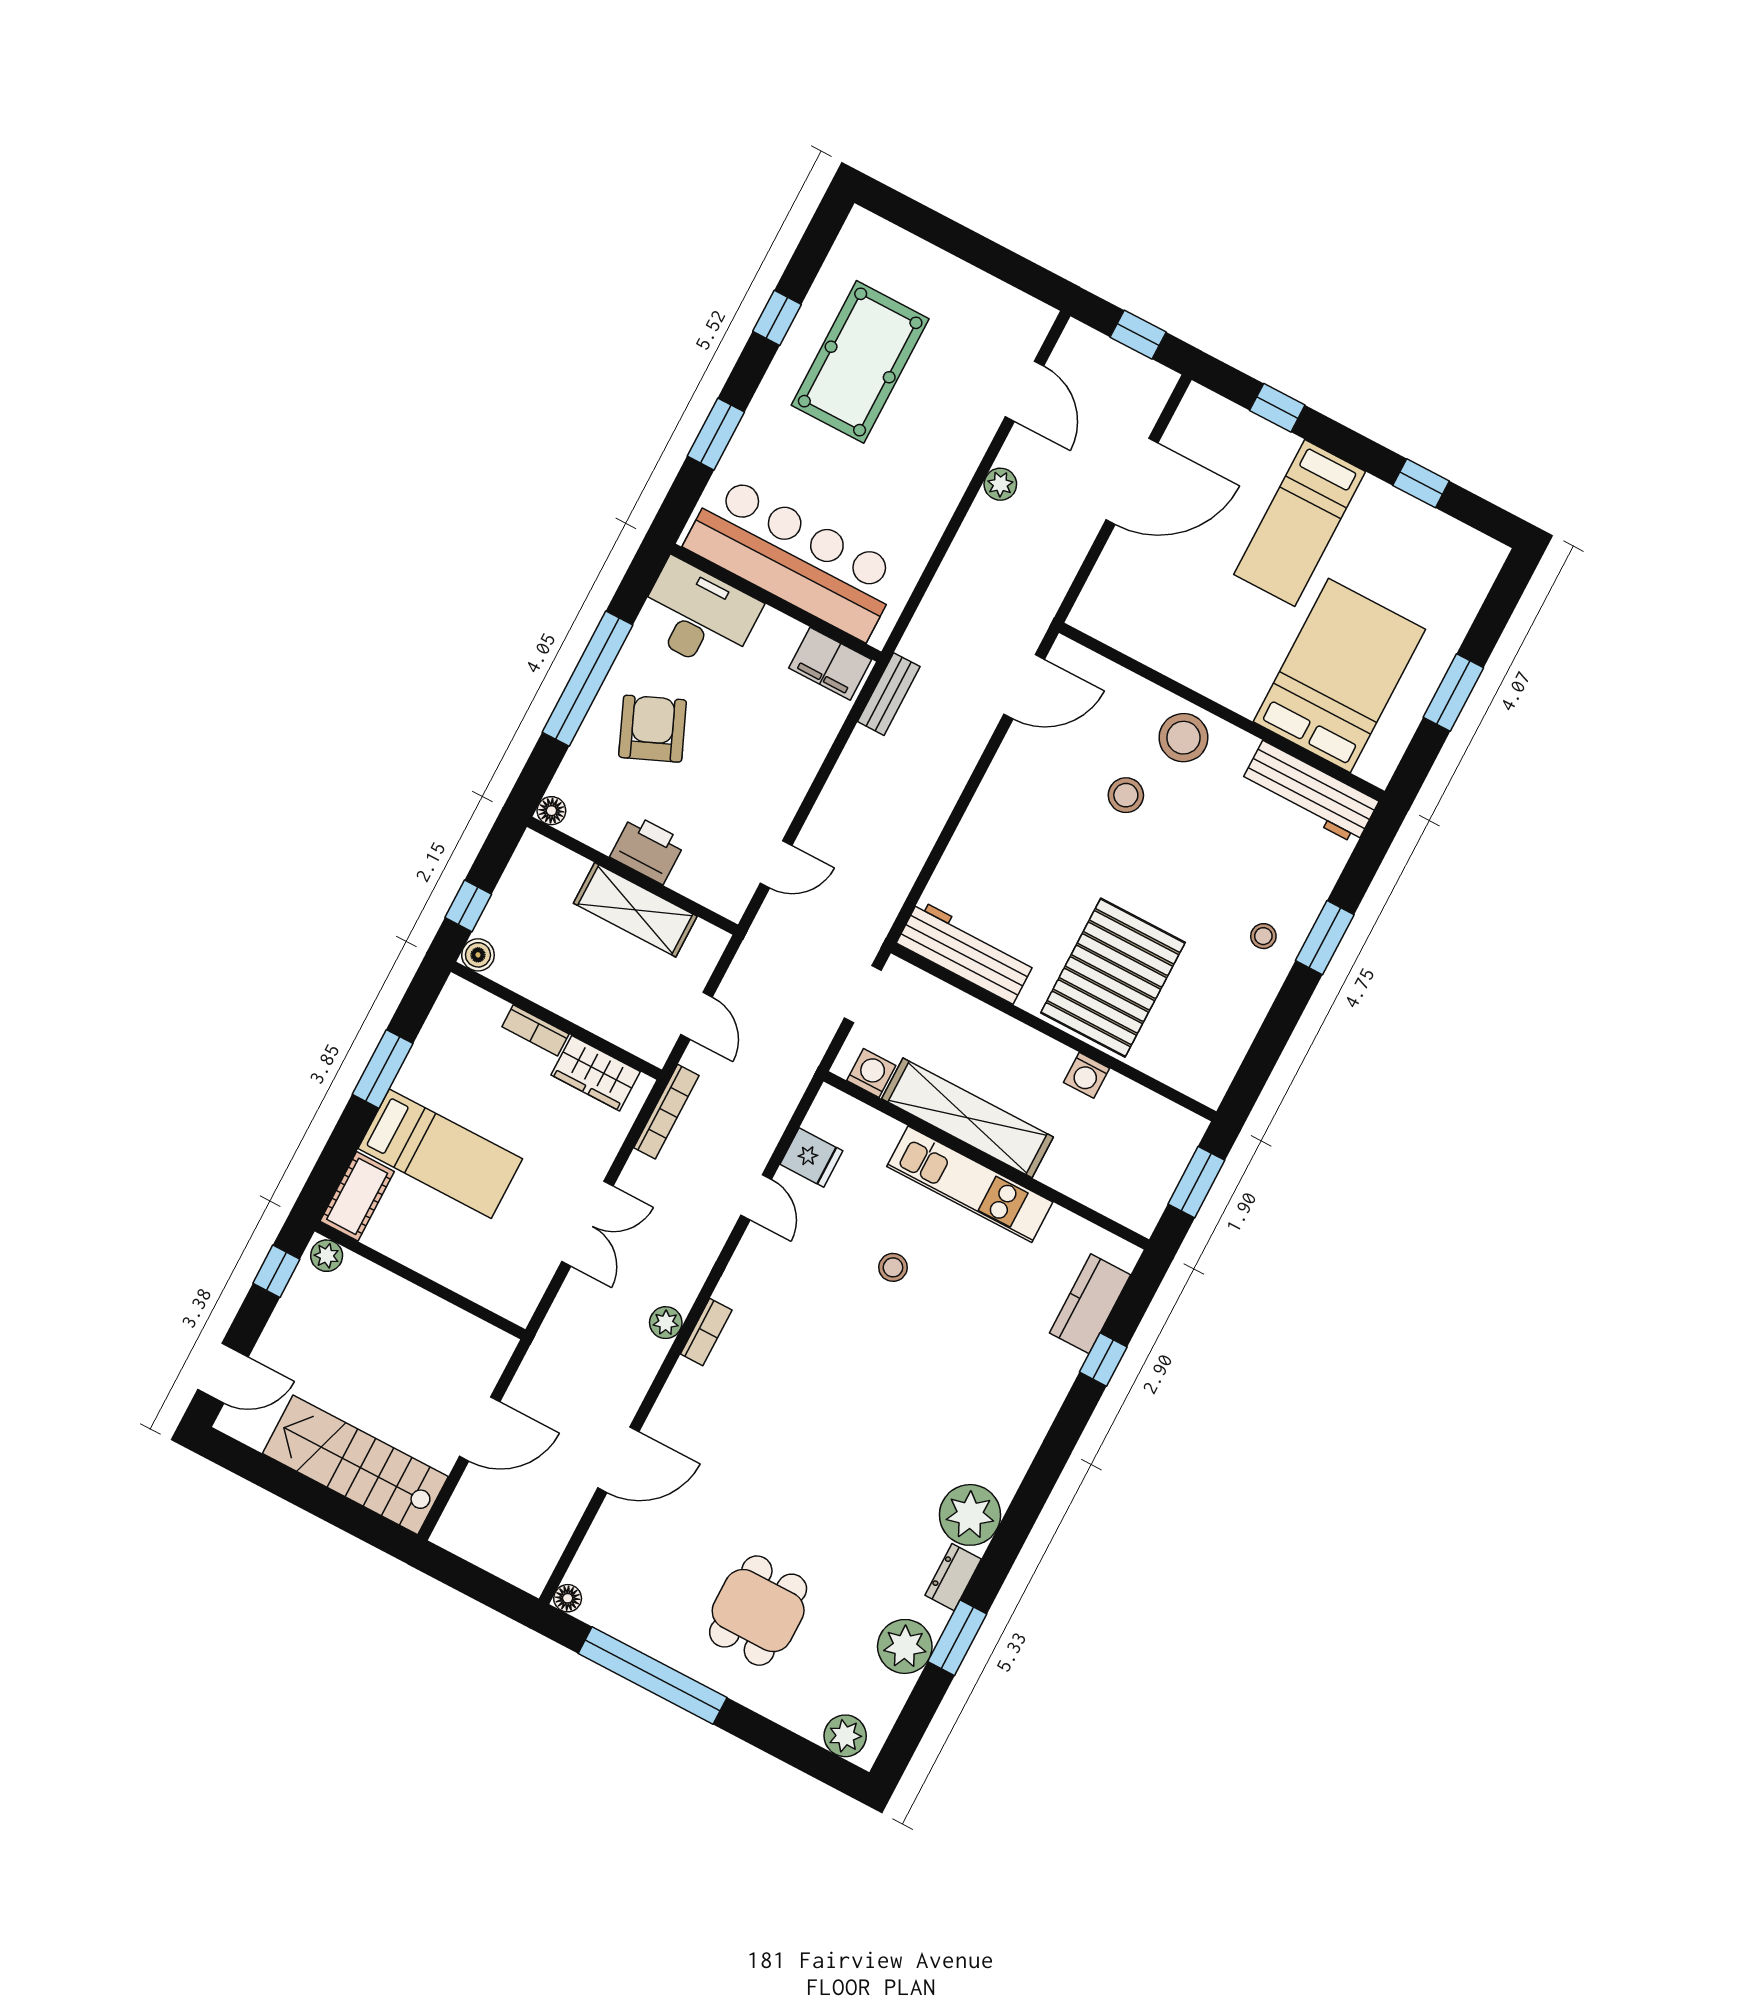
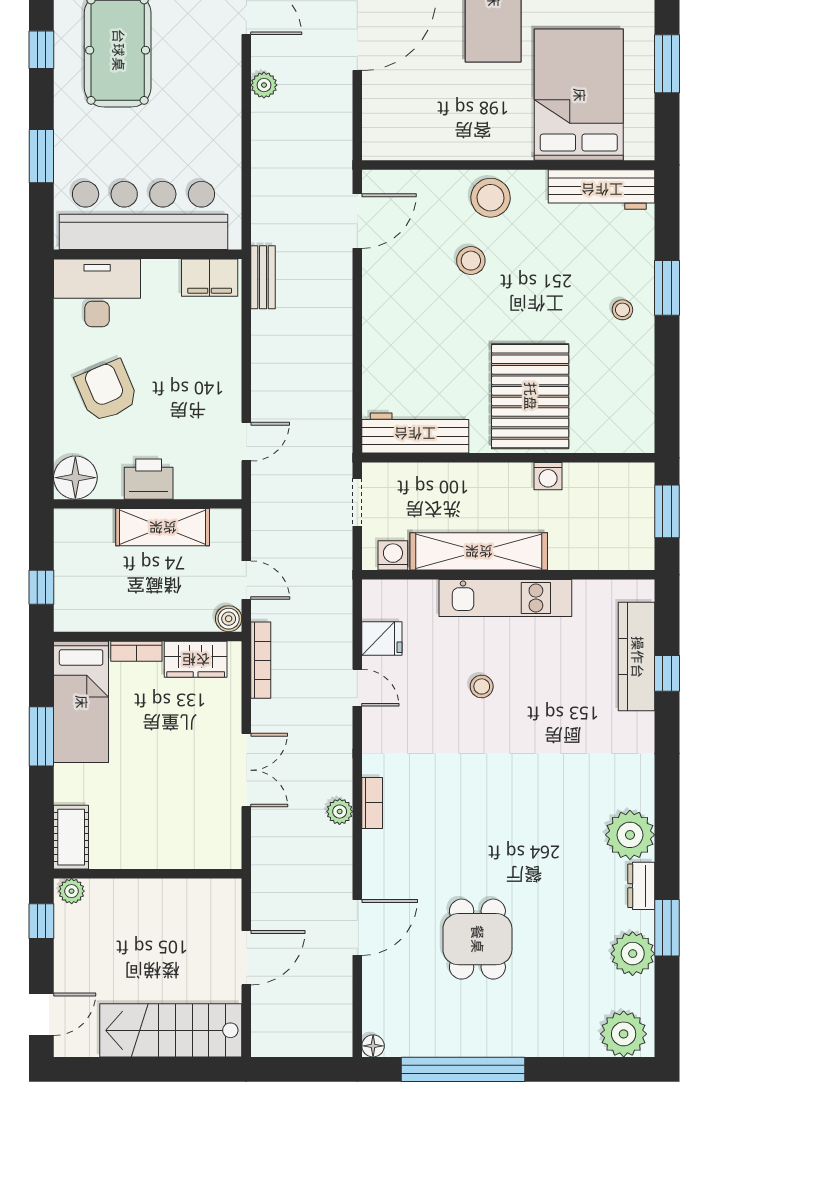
window: (588, 679) -> (41, 380), removed
floor lamp: (551, 811) -> (75, 478), width x1.89, depth x1.89
boiler: (478, 955) -> (229, 619), moved
bed: (440, 1154) -> (81, 702), moved, turned 90
kitchen counter: (1090, 1304) -> (637, 657), width x1.50
dining table: (758, 1611) -> (477, 939), moved
plant: (845, 1736) -> (624, 1034), width x1.36, depth x1.36

